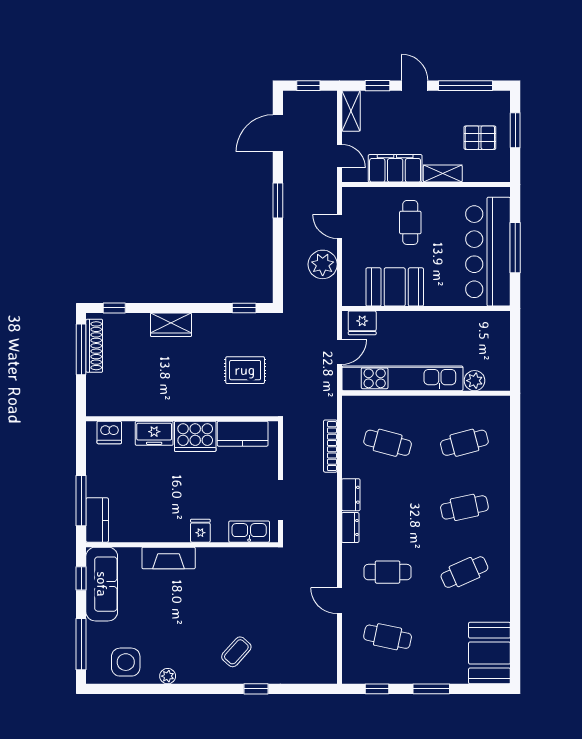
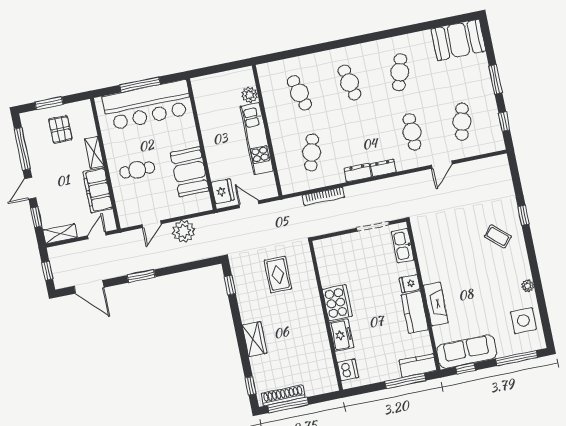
kitchen unit: (402, 378) -> (257, 139), width x0.73
kitchen counter: (243, 434) -> (415, 312), moved, turned 180
cafe table: (464, 572) -> (400, 72), turned 39

